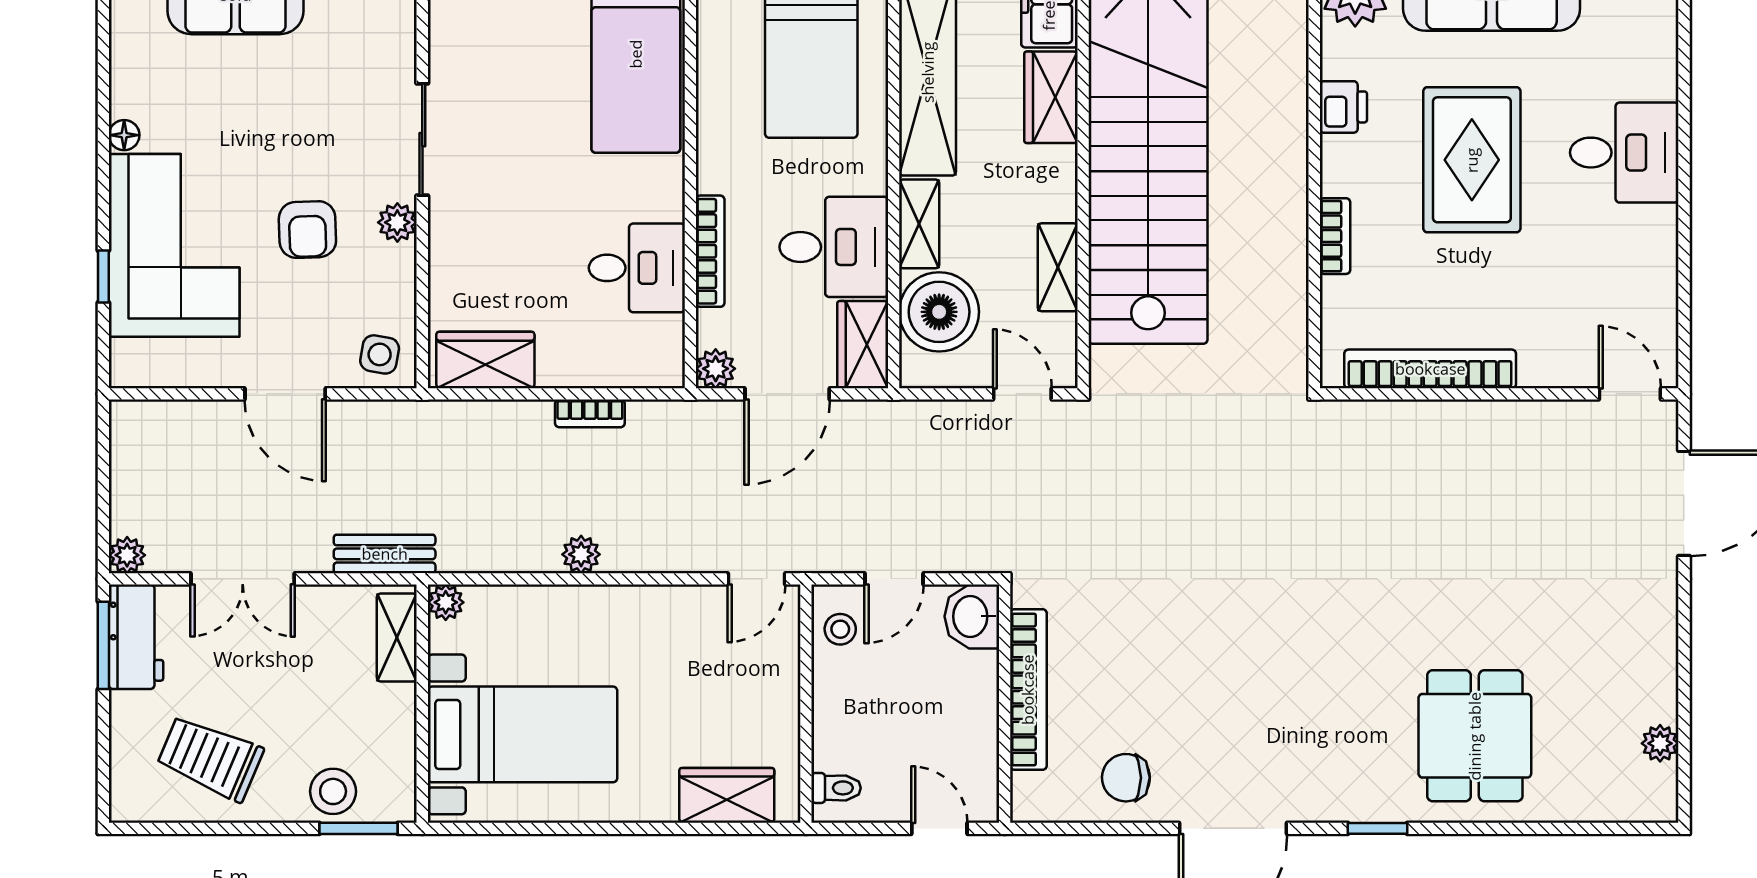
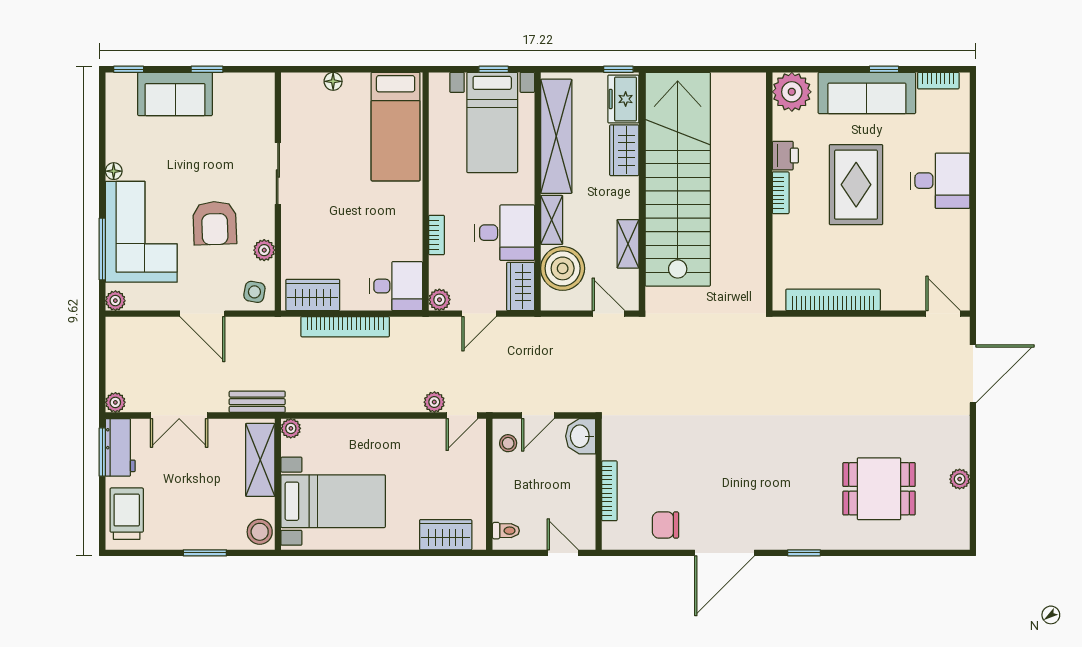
plant: (397, 222) -> (264, 250), moved
armchair: (307, 230) -> (215, 223), width x1.38, depth x1.38
bookcase: (1335, 236) -> (781, 193), moved
bookcase: (710, 251) -> (437, 235), width x0.64
desk: (637, 268) -> (396, 286), moved
window: (103, 276) -> (102, 249), width x2.17
plant: (127, 370) -> (115, 301), added
door: (787, 394) -> (479, 314), width x0.73
bookcase: (590, 413) -> (345, 327), width x2.31, depth x1.31
plant: (581, 554) -> (434, 402), moved
shelving: (397, 637) -> (260, 460), width x1.50, depth x1.33
bookcase: (1028, 690) -> (609, 491), width x0.68, depth x0.76
dining table: (1475, 736) -> (879, 489), moved, turned 90
plant: (1660, 743) -> (960, 479), moved
trolley: (210, 758) -> (127, 514), moved, turned 67
stool: (333, 791) -> (260, 532), moved
window: (358, 828) -> (205, 553), moved

